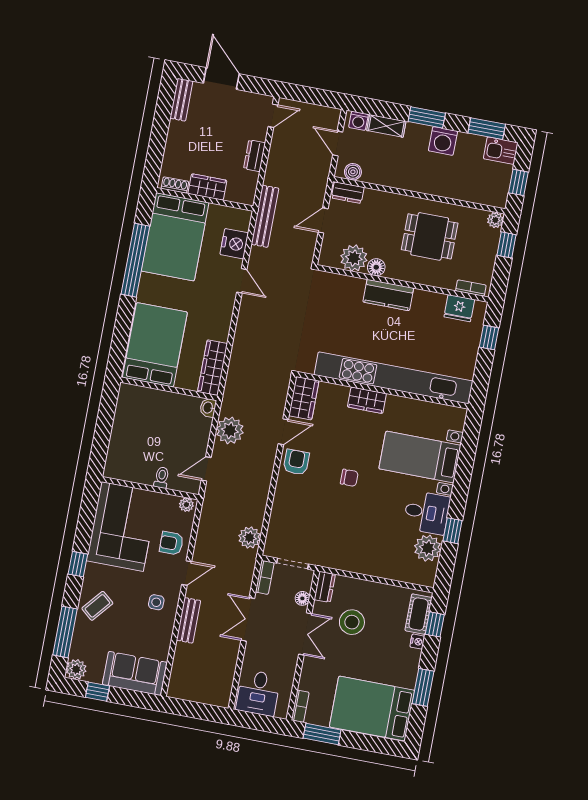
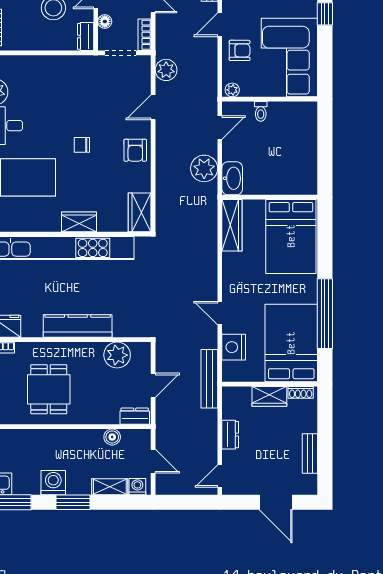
bench: (181, 100) -> (310, 453), moved
boiler: (353, 172) -> (112, 437), moved
dining table: (430, 236) -> (49, 389), turned 90
floor lamp: (376, 267) -> (94, 350), removed
kitchen counter: (388, 295) -> (78, 326), width x1.50
washbasin: (208, 408) -> (232, 178), width x1.91, depth x1.45
door: (283, 432) -> (153, 107), moved

